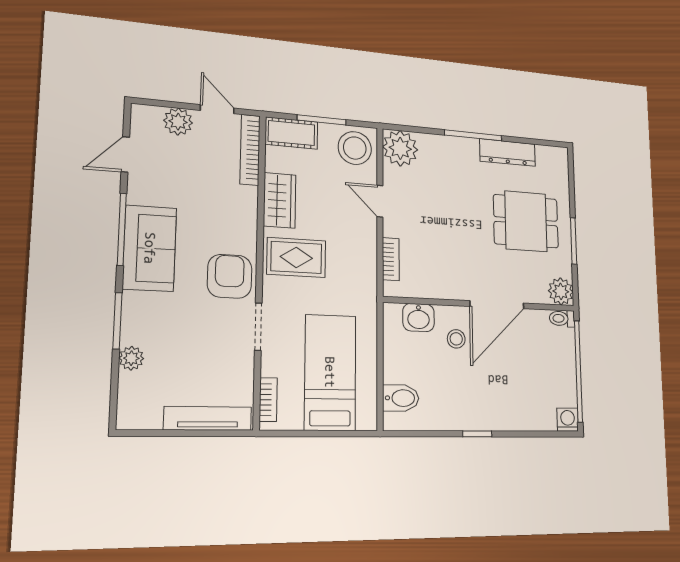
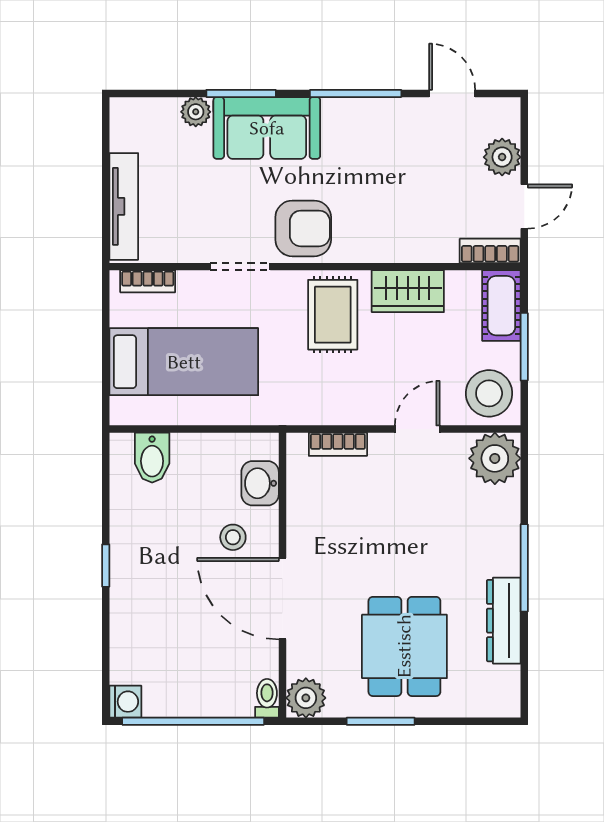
bookcase: (250, 150) -> (490, 251), width x0.64
sofa: (150, 248) -> (267, 128), moved

